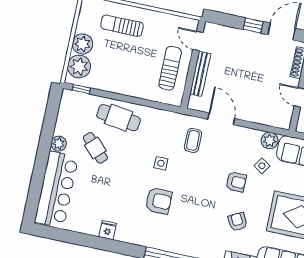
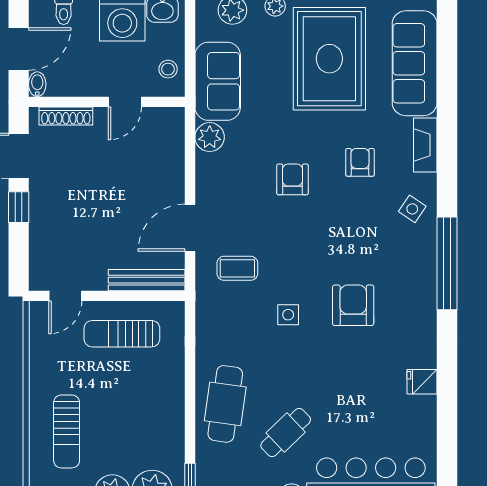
bench: (200, 74) -> (147, 280), moved
side table: (262, 166) -> (412, 209), moved
armchair: (238, 222) -> (360, 162), turned 118

